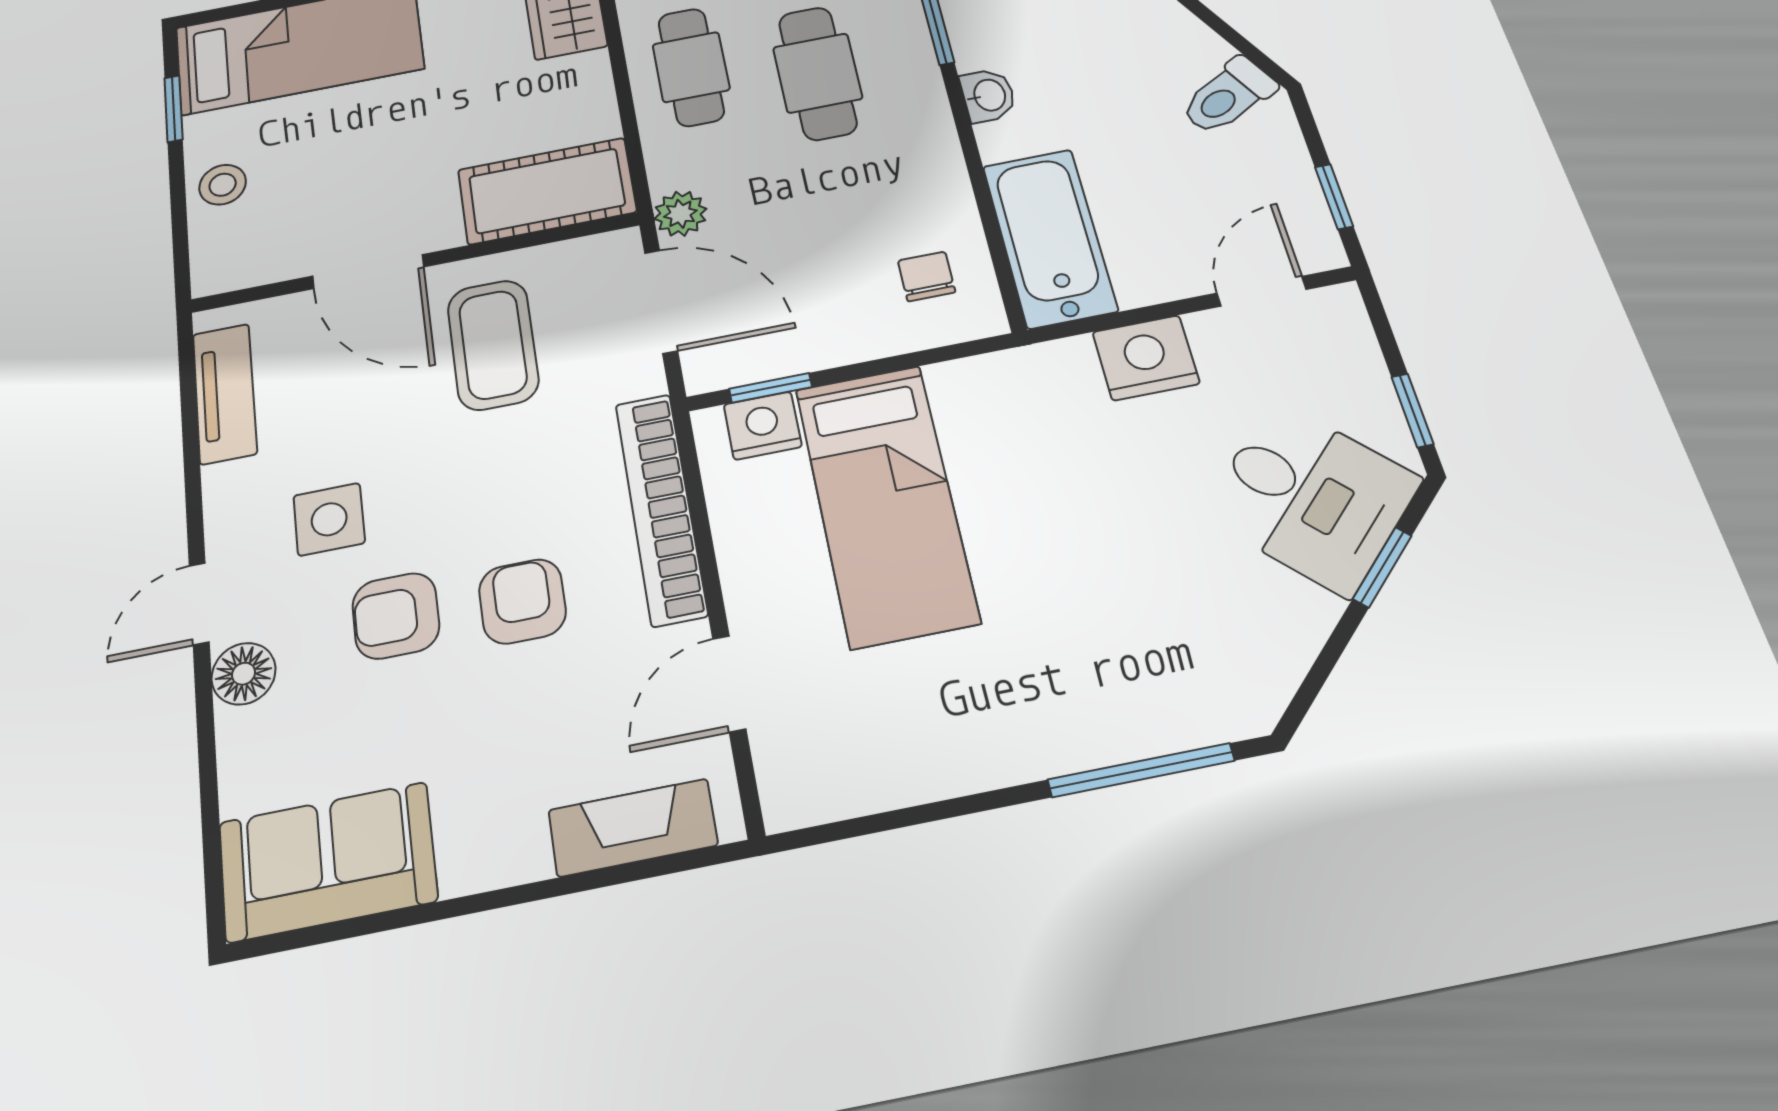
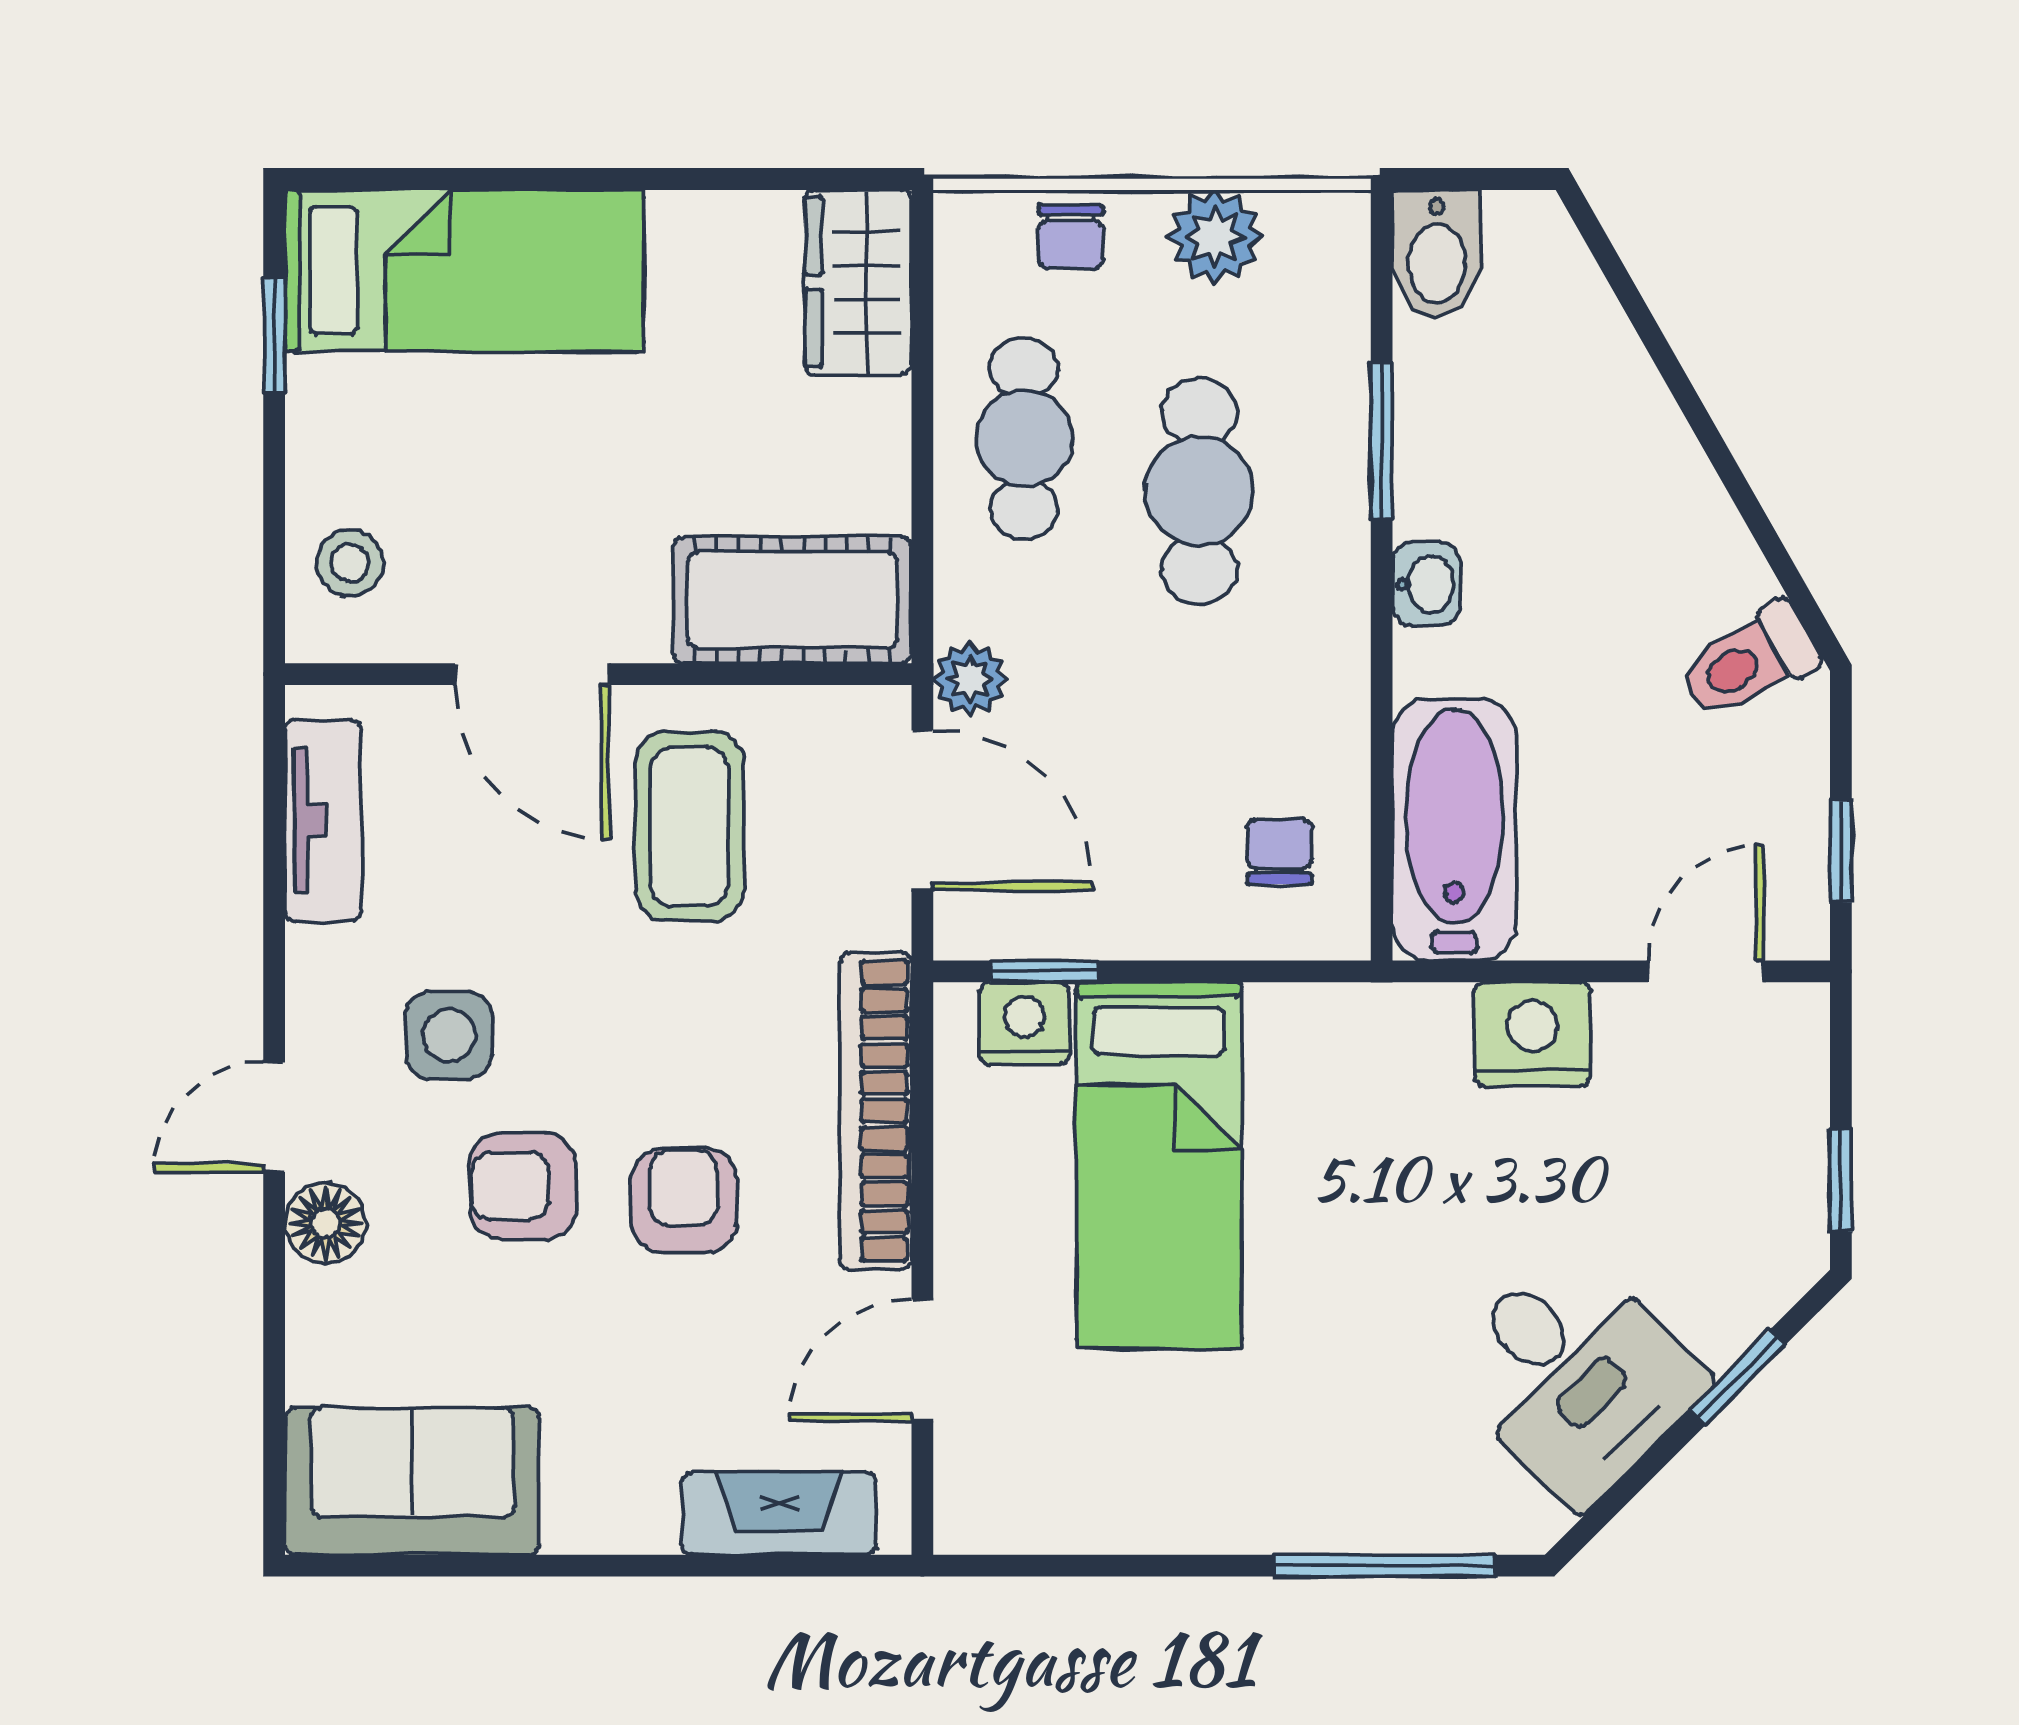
stool: (223, 185) -> (350, 563), moved
desk: (1311, 497) -> (1575, 1376), moved

